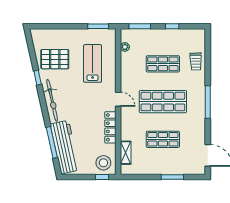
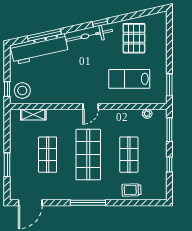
lab bench: (93, 63) -> (129, 79), turned 180
window: (38, 78) -> (100, 23), moved
locker: (110, 127) -> (61, 98), removed

